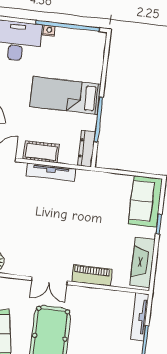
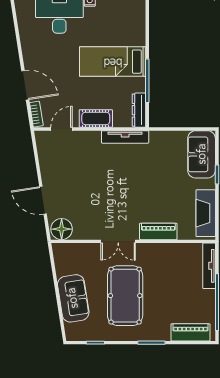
tv unit: (51, 172) -> (125, 137), moved

